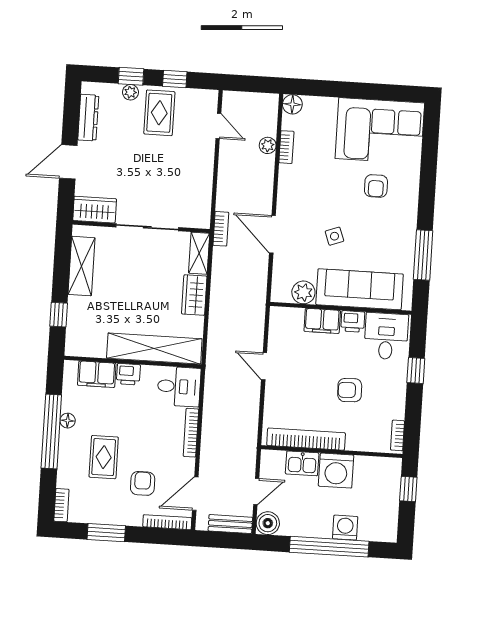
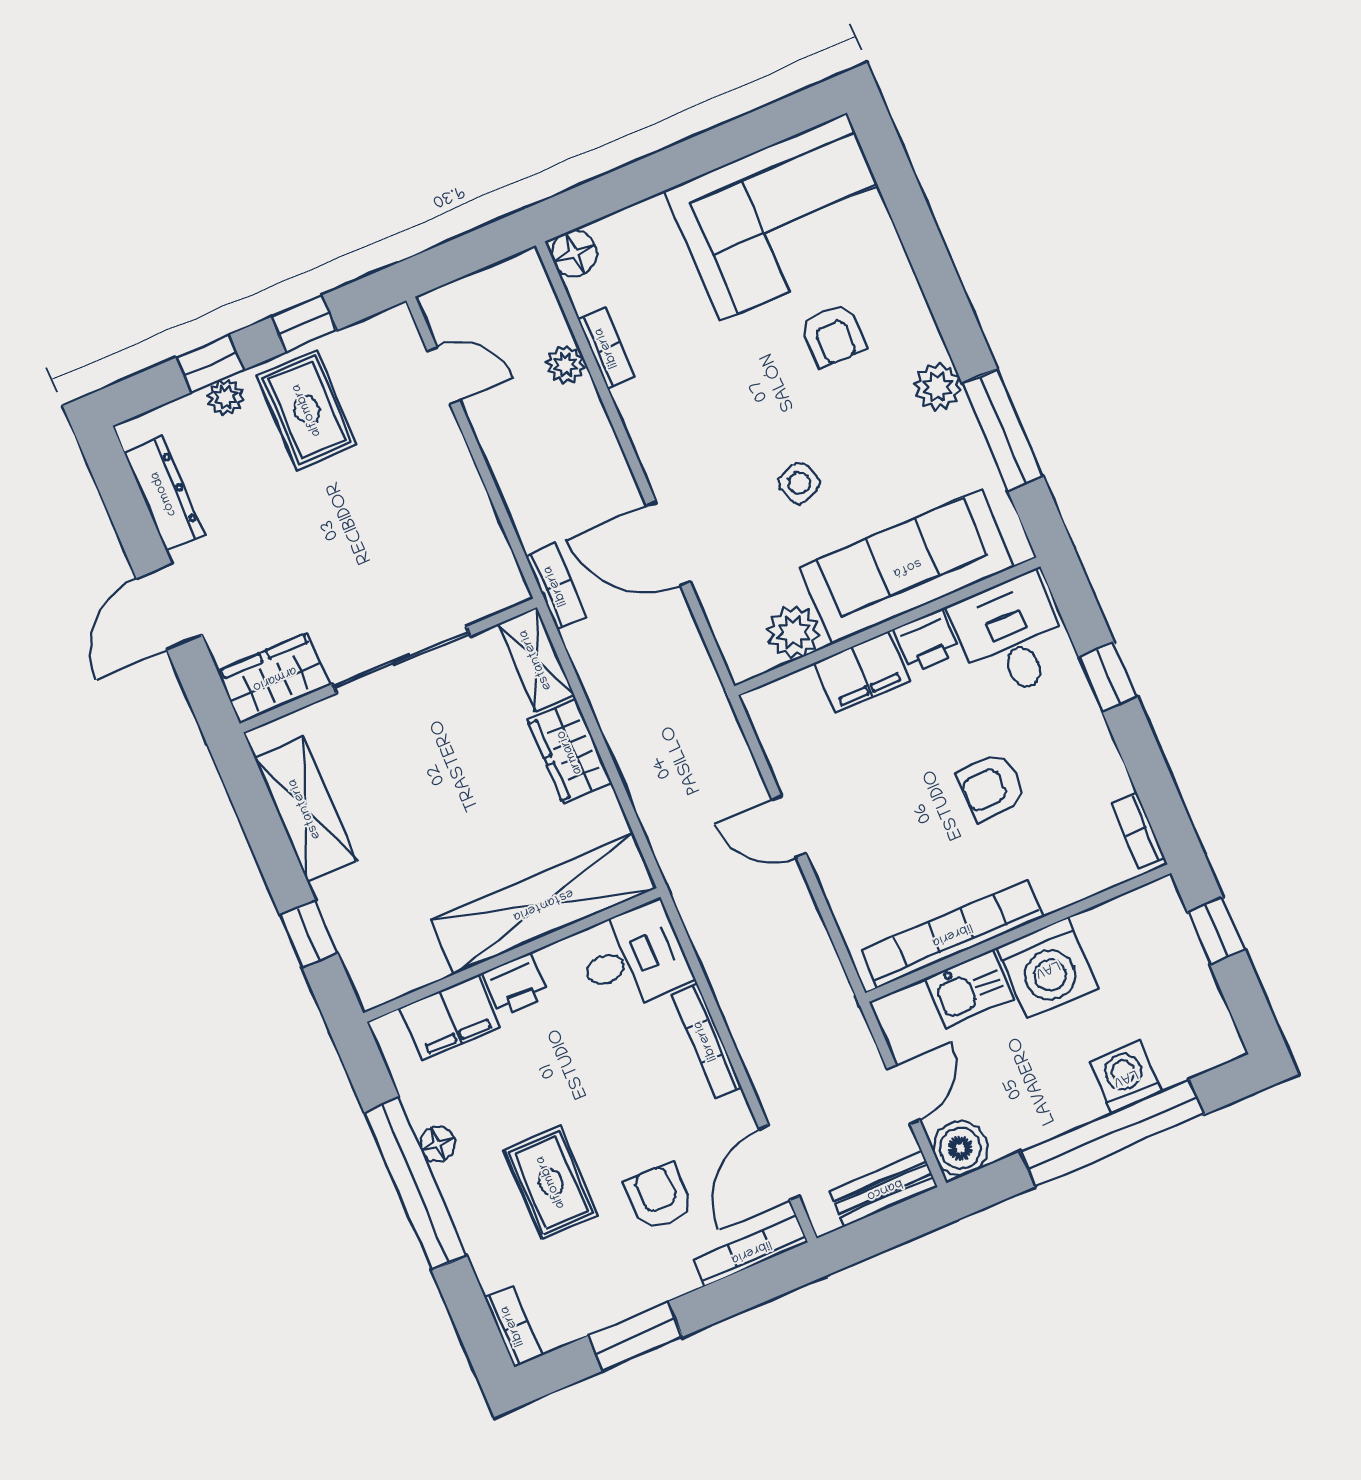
plant: (406, 226) -> (938, 387), added

